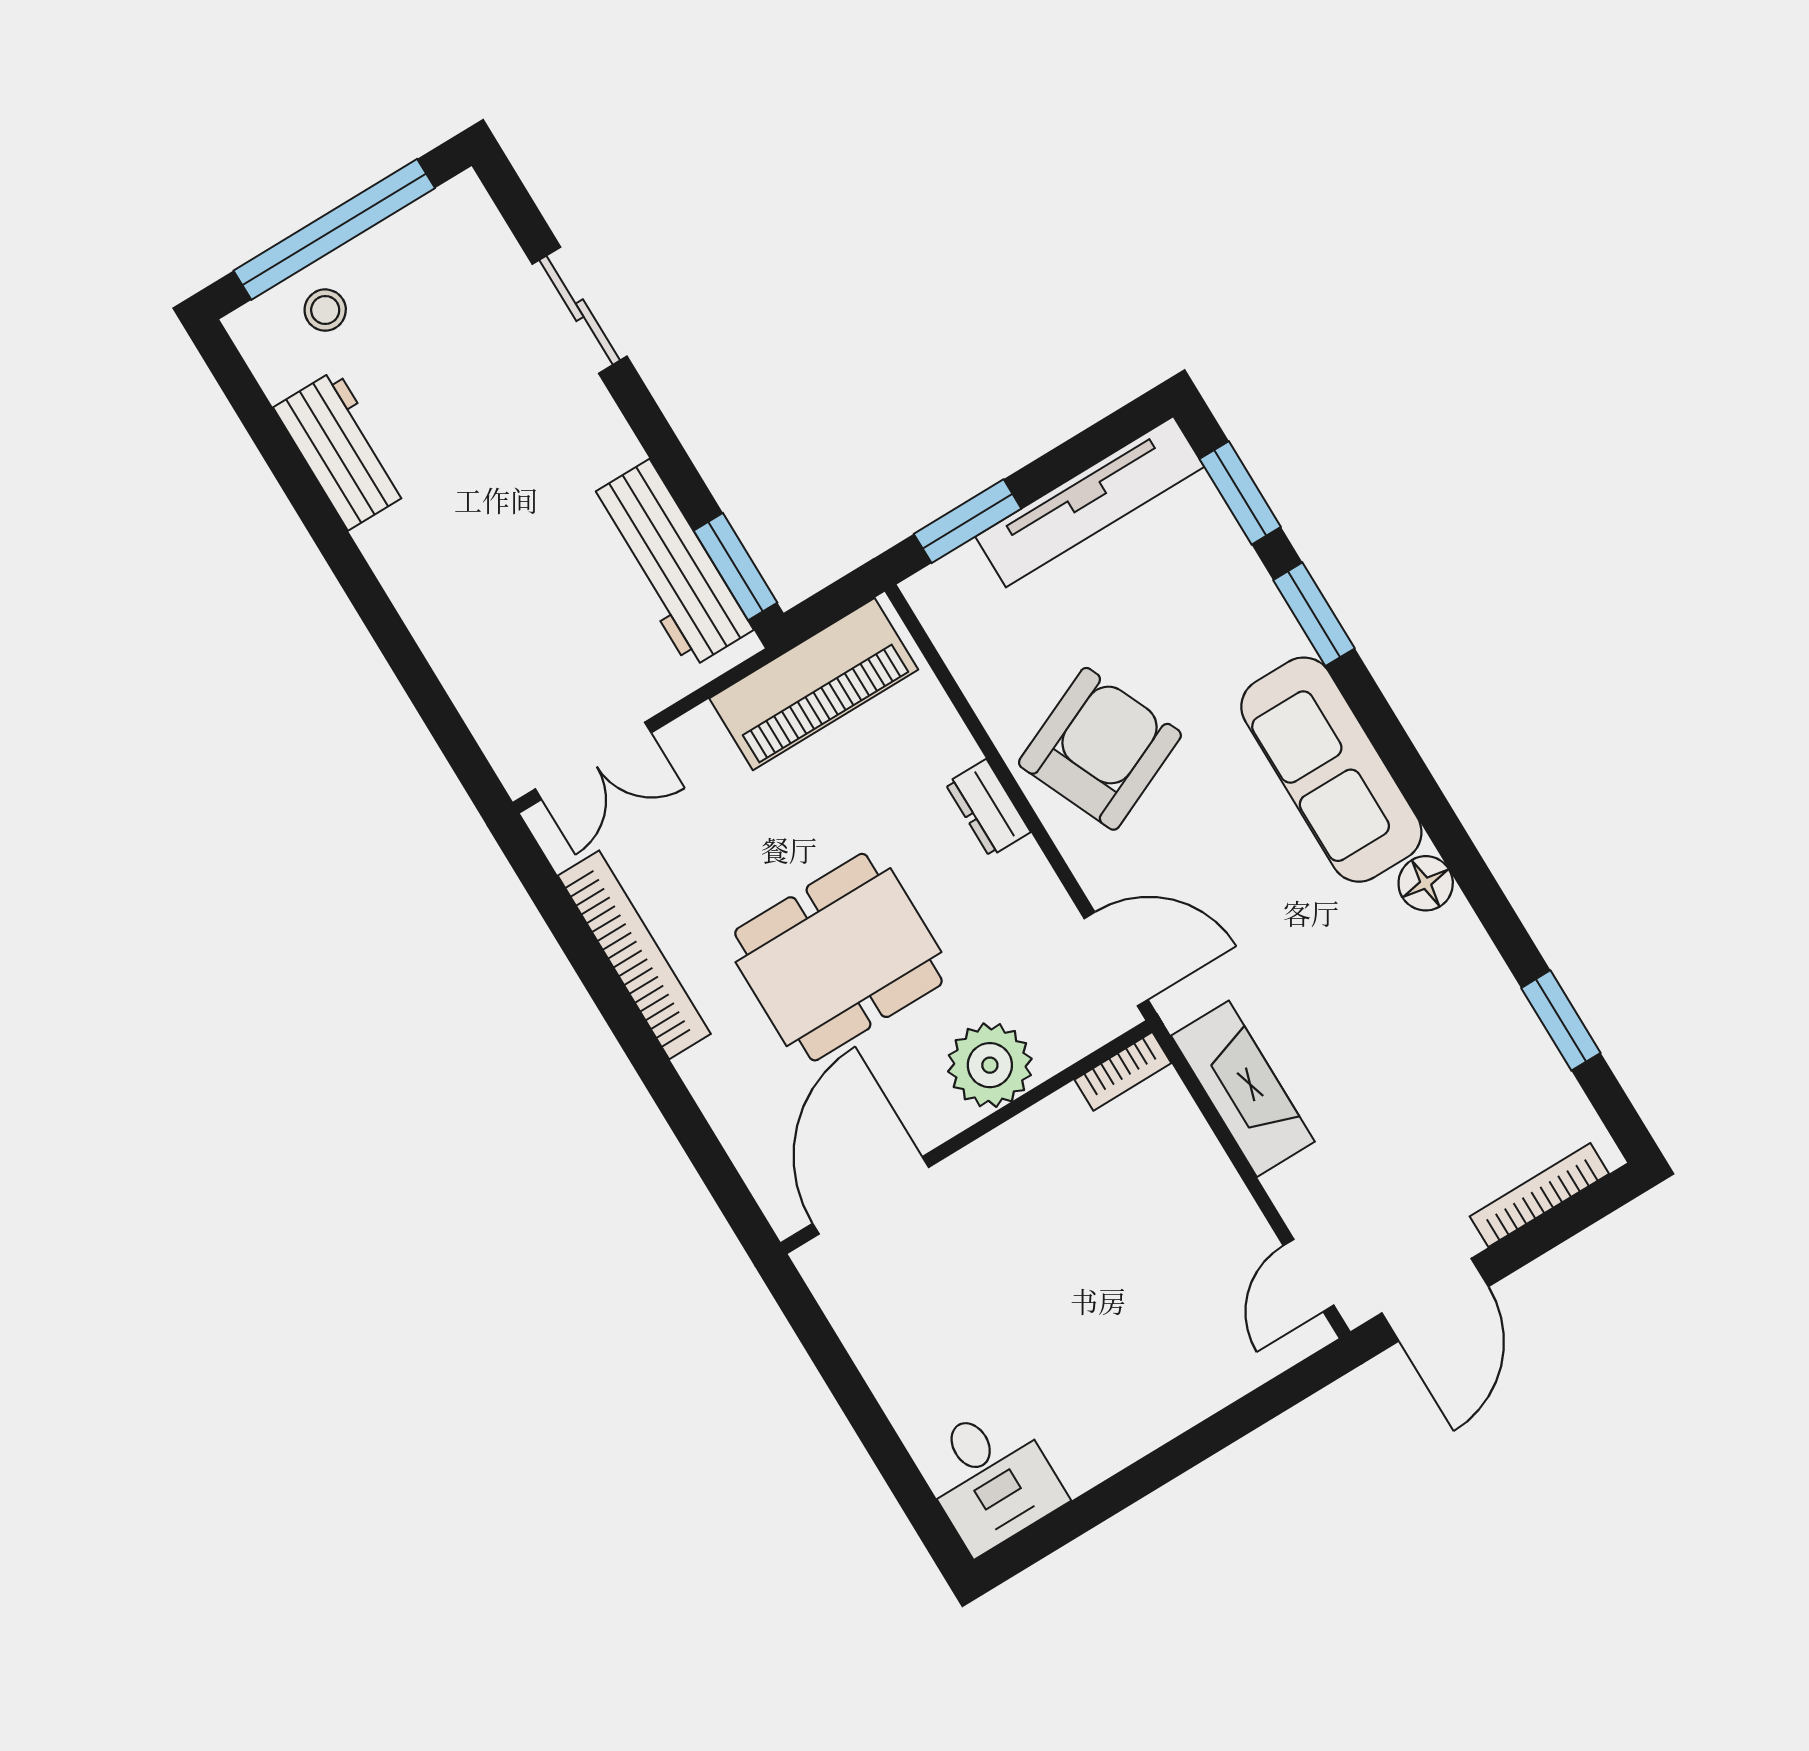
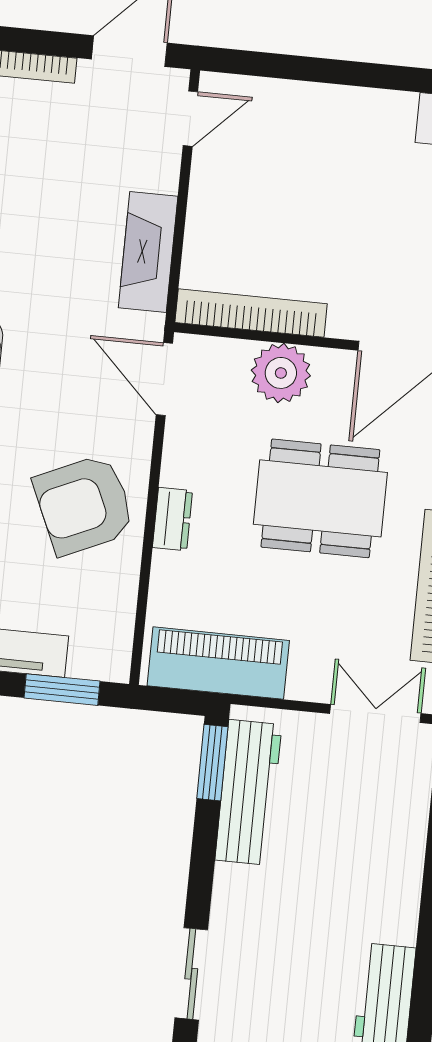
bookcase: (1123, 1071) -> (251, 313), width x2.31, depth x1.31

